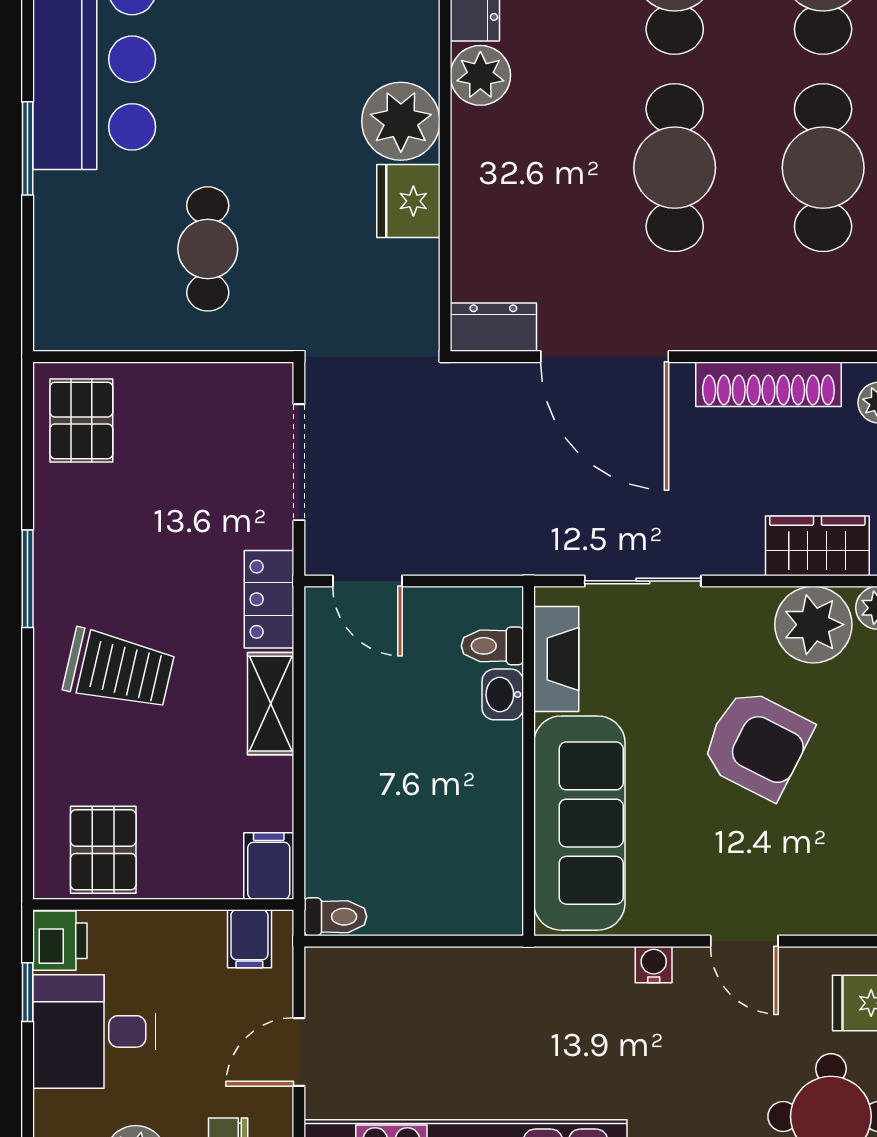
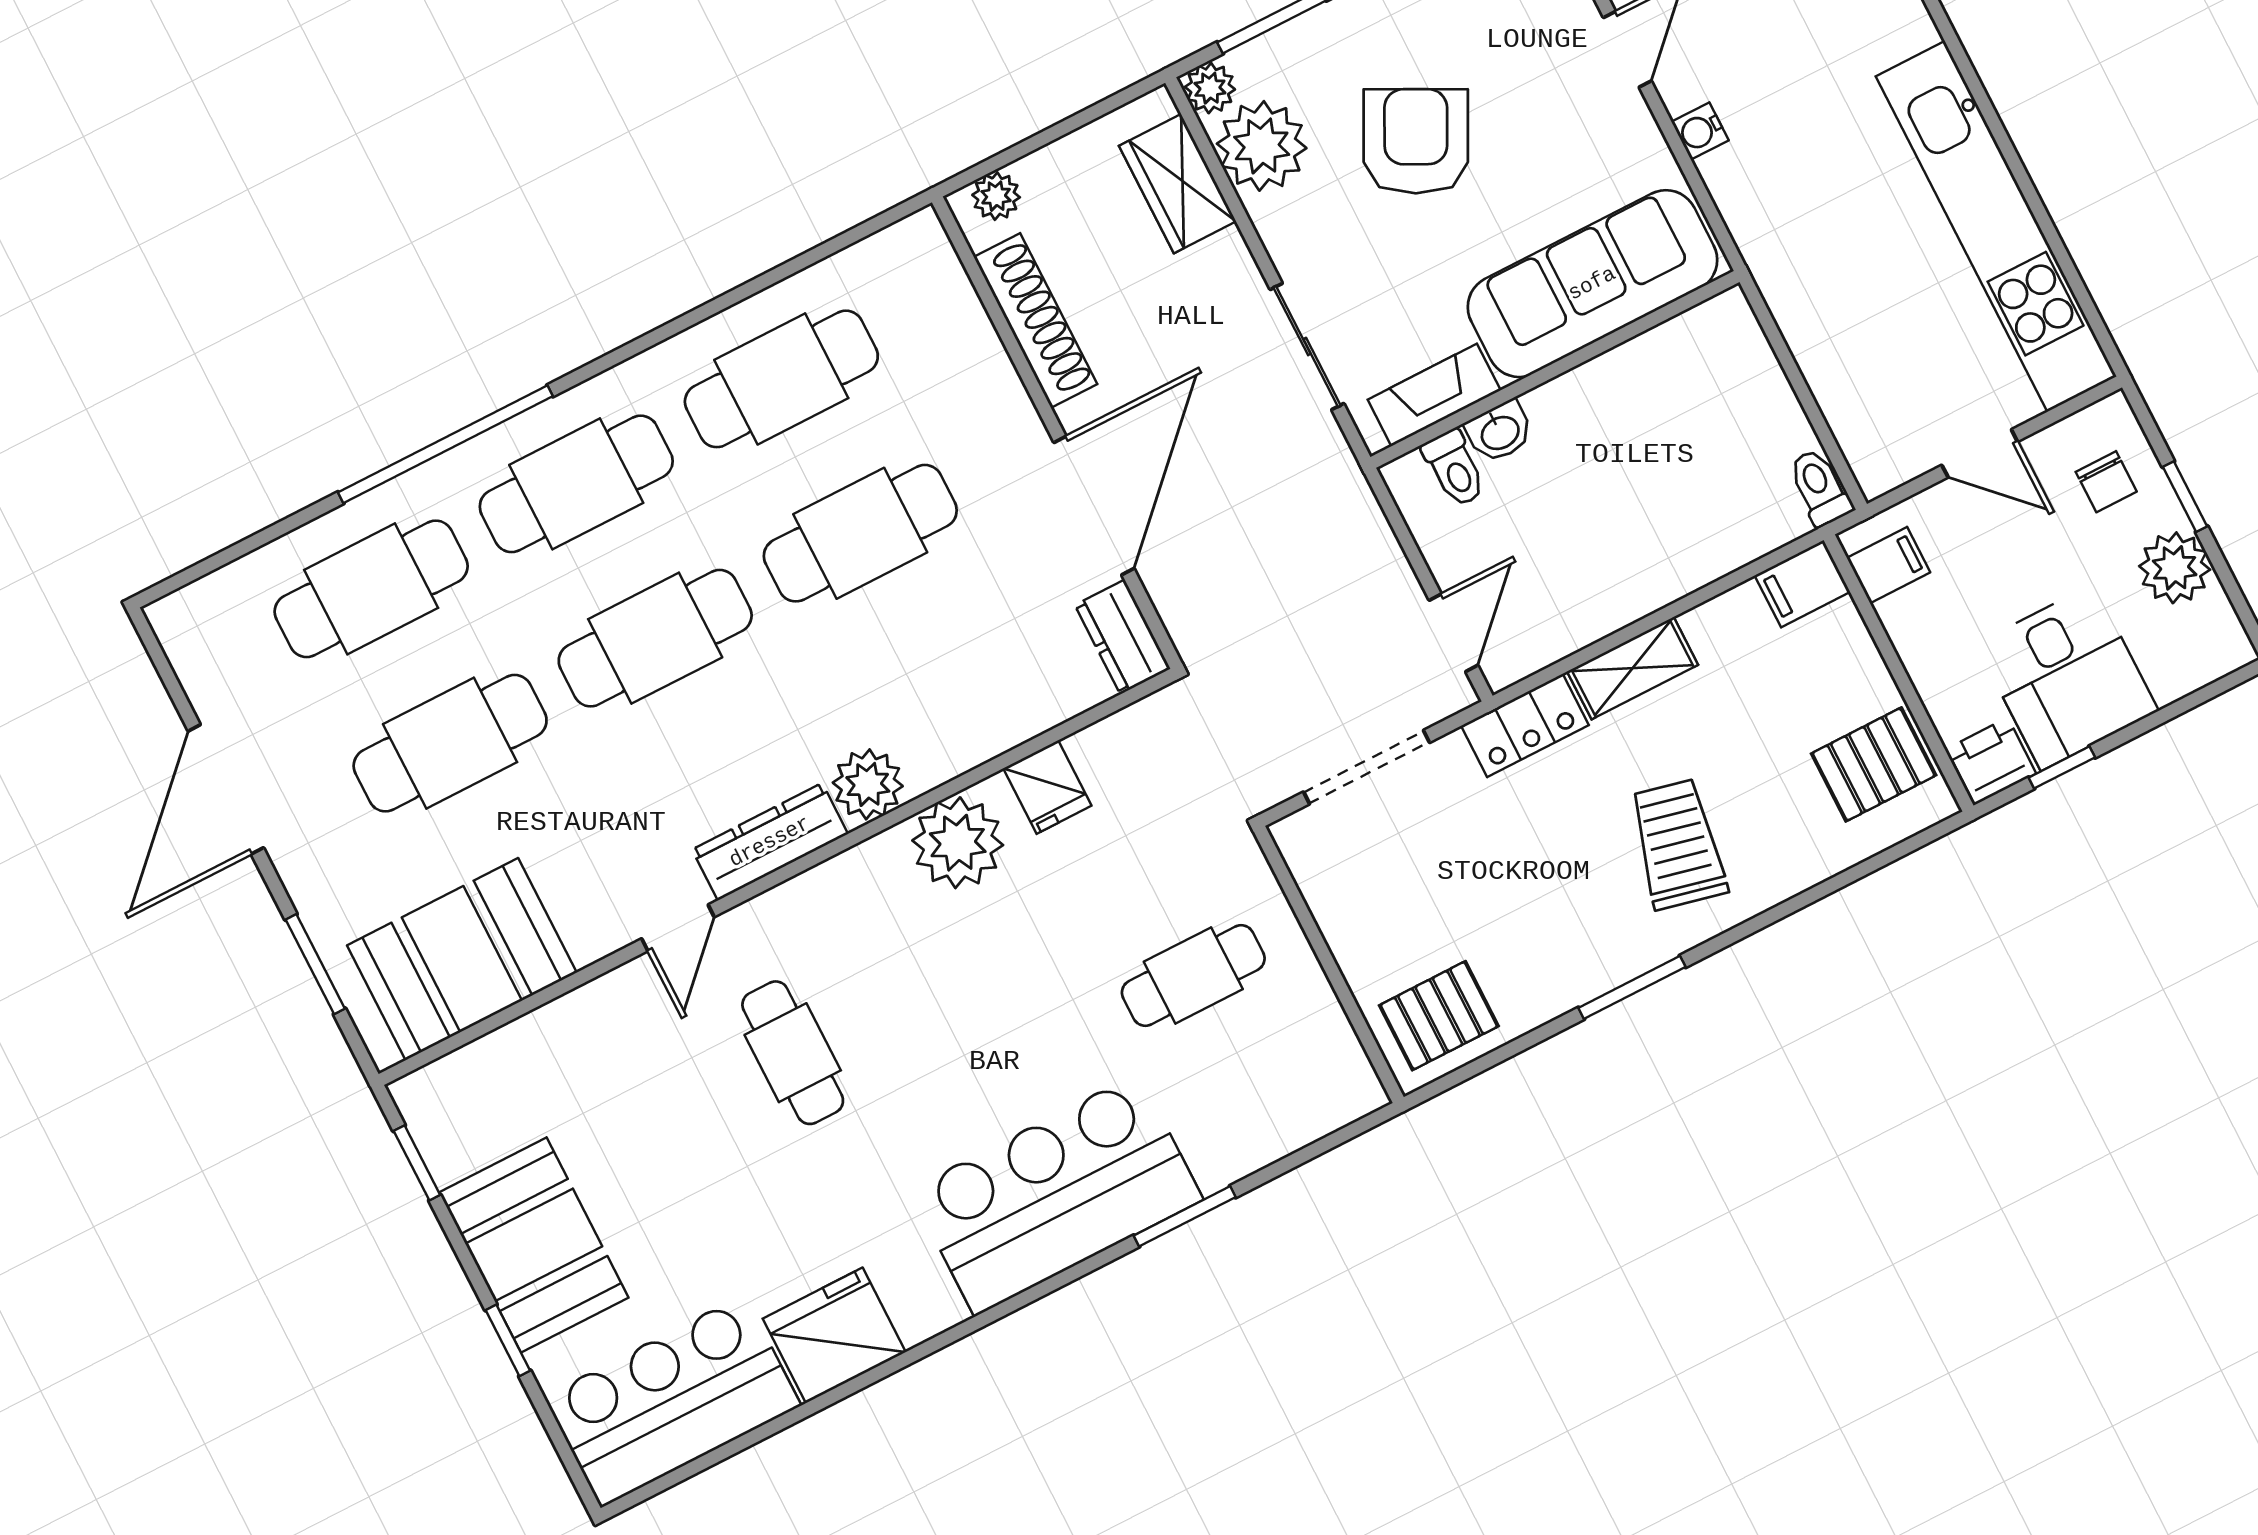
fridge: (408, 201) -> (1047, 787), width x0.72

